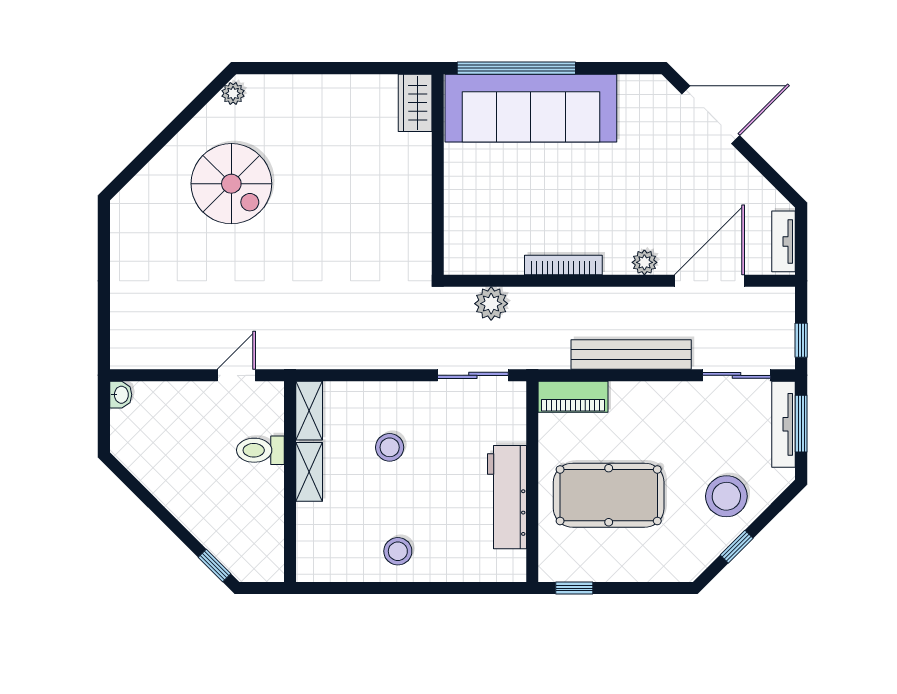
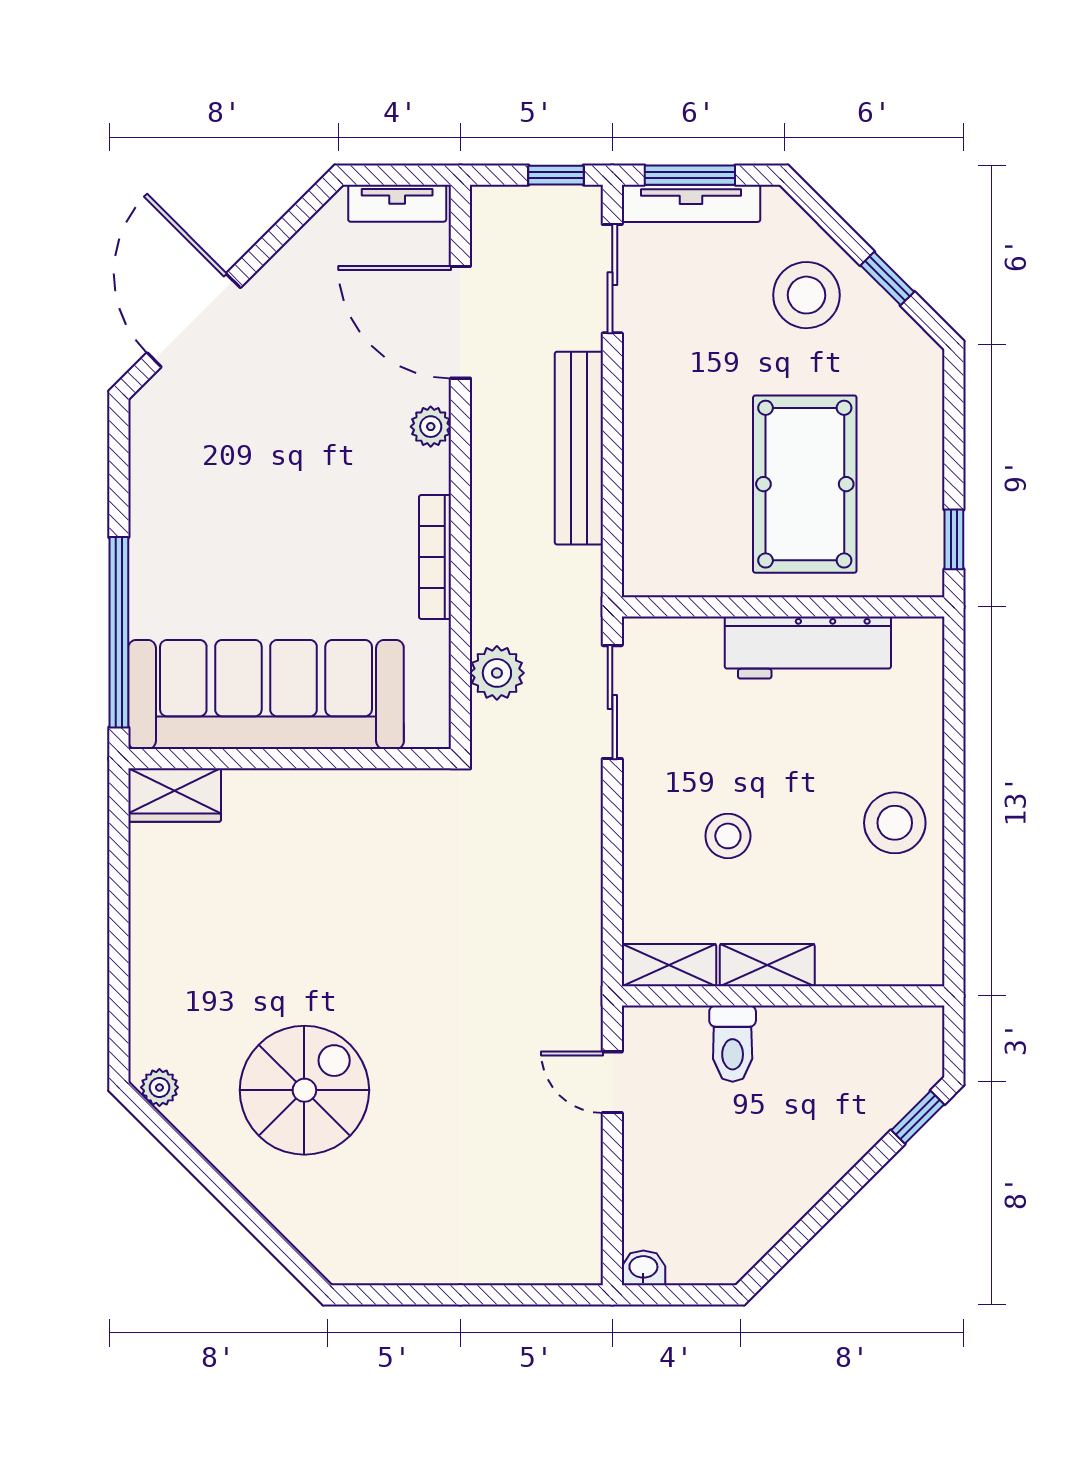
sofa: (531, 108) -> (266, 695), moved, turned -90
piano: (573, 397) -> (647, 541), removed
stool: (398, 551) -> (895, 823), width x1.38, depth x1.38

